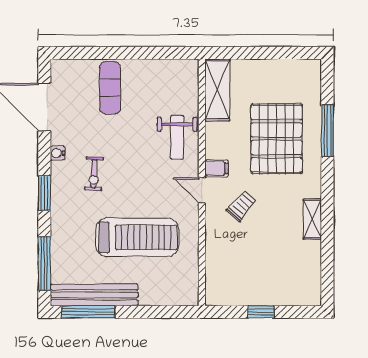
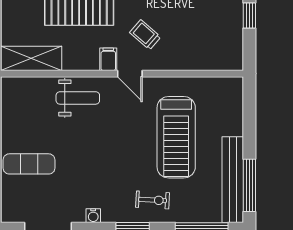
exercise bike: (94, 174) -> (153, 200), moved
door: (202, 190) -> (130, 74), hinge flipped
treadmill: (137, 237) -> (176, 137), turned 180

